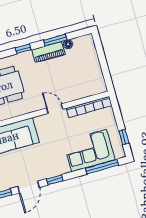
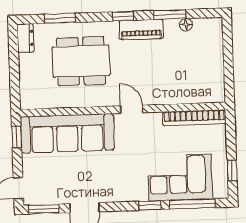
piano: (49, 52) -> (141, 29), moved
door: (55, 109) -> (132, 109), moved
window: (55, 180) -> (150, 205), moved

